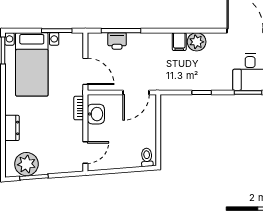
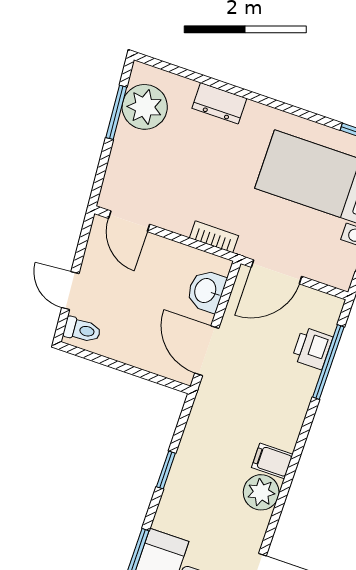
washbasin: (96, 114) -> (206, 291), moved, turned 90
door: (129, 170) -> (70, 291), added

